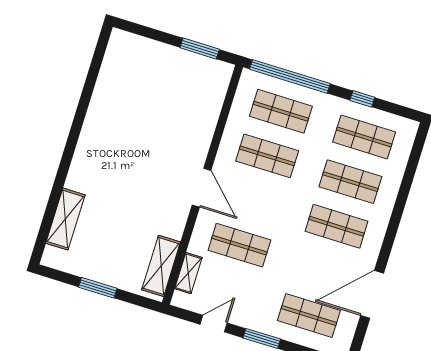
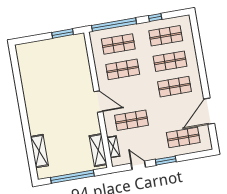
window: (98, 288) -> (72, 177), width x2.11
door: (214, 324) -> (138, 165), hinge flipped

